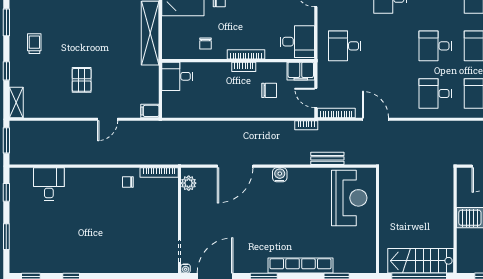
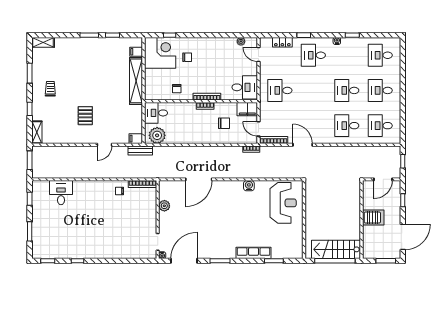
plant: (179, 107) -> (157, 135), added
bench: (327, 158) -> (140, 150), moved
water cooler: (280, 175) -> (249, 186), moved
plant: (189, 183) -> (164, 206), moved
row of seats: (301, 266) -> (254, 253), width x0.73

